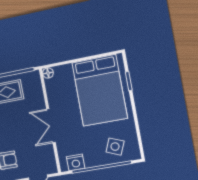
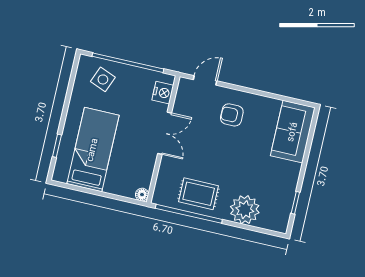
bed: (100, 90) -> (93, 150), width x0.67
nightstand: (76, 162) -> (163, 93), moved, turned 90

